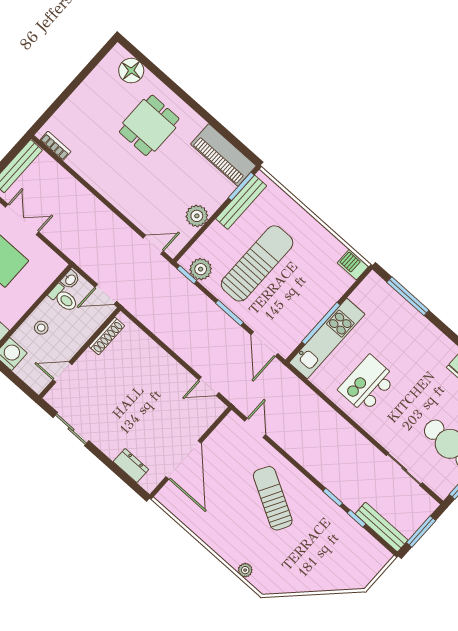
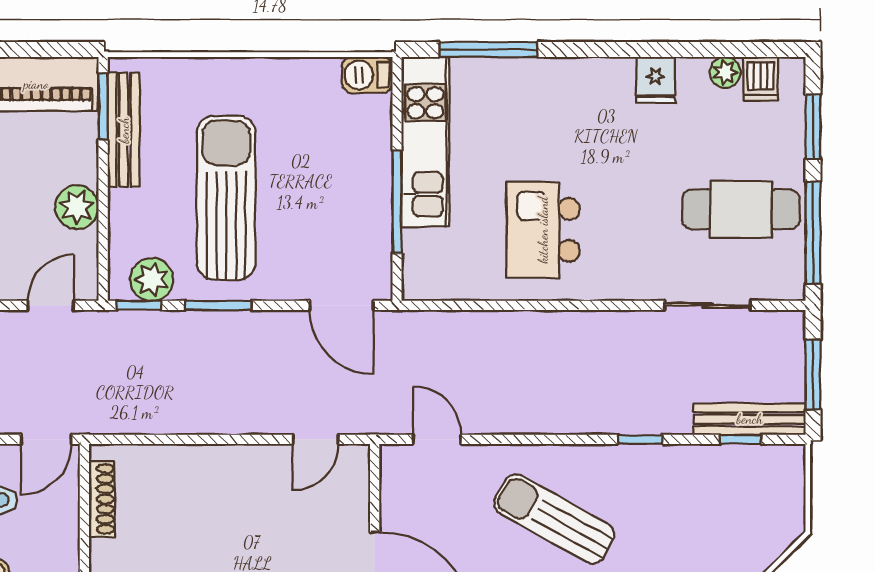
window: (230, 313) -> (219, 305), moved
kitchen unit: (327, 338) -> (425, 142), moved
window: (357, 518) -> (741, 439), moved

